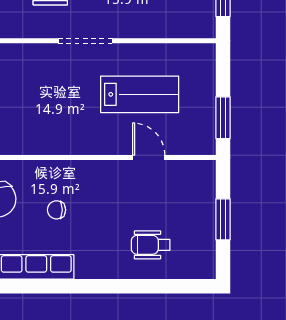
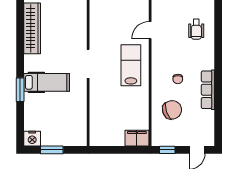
lab bench: (140, 94) -> (131, 65), moved

